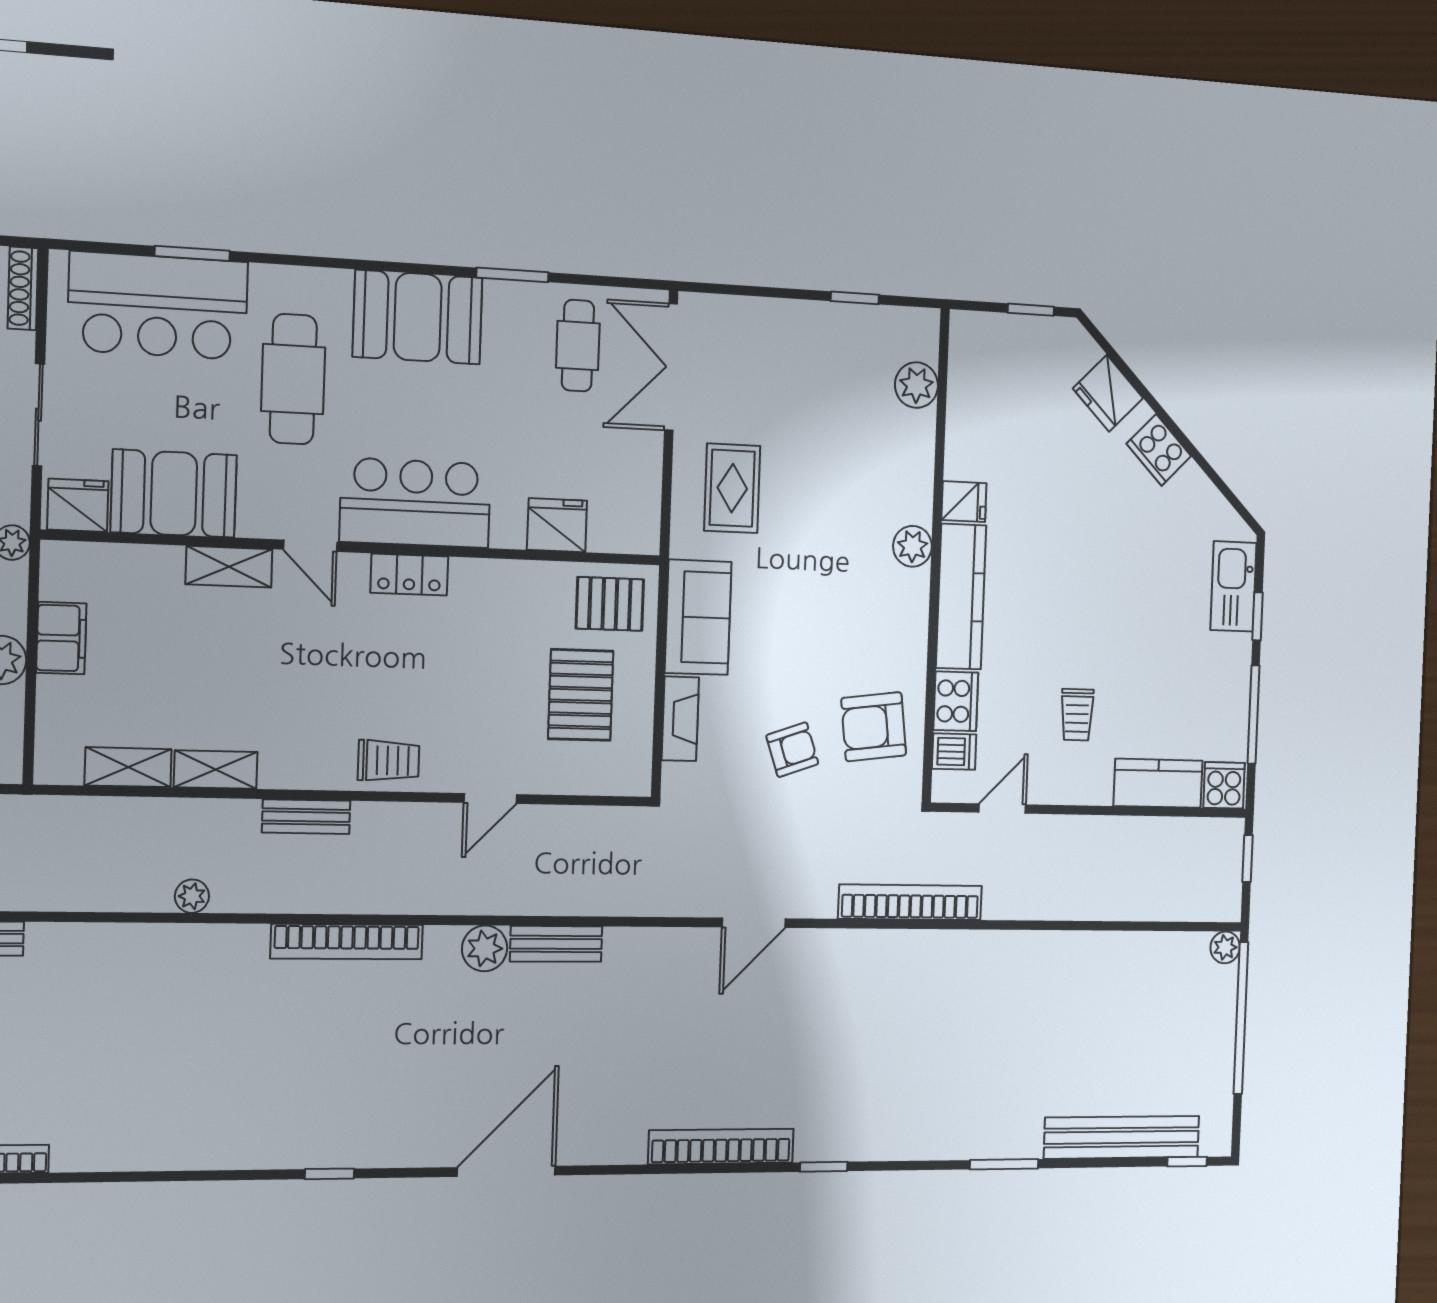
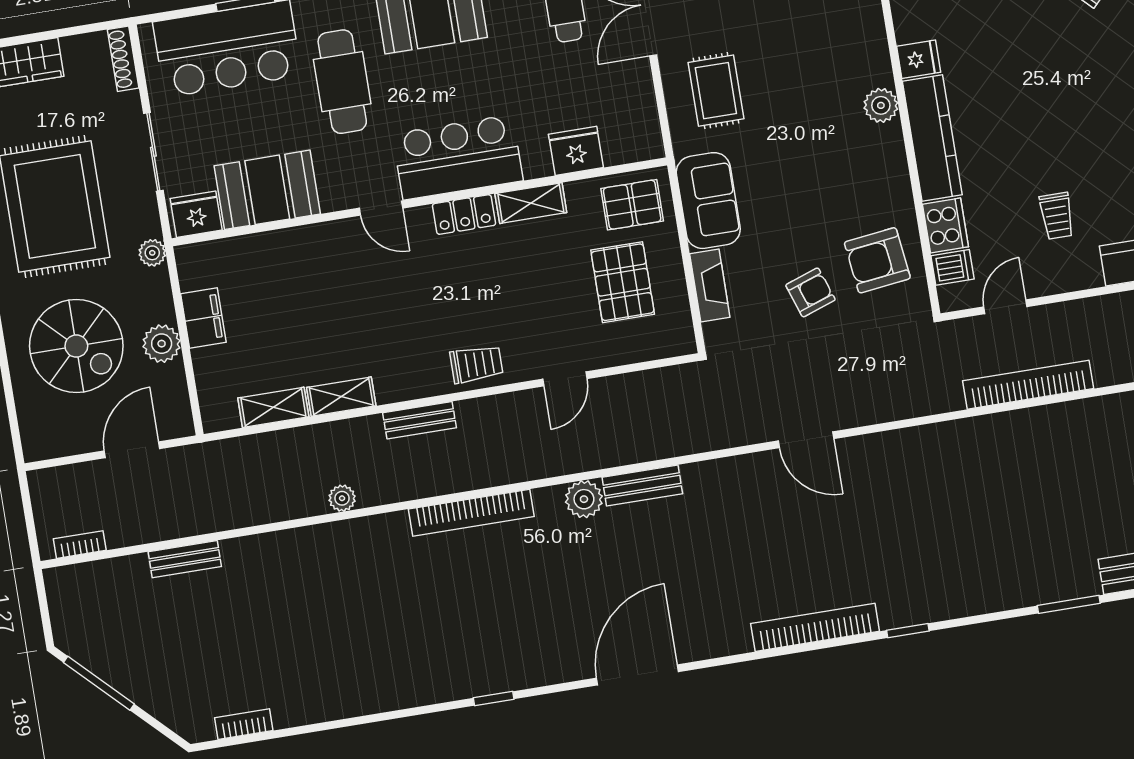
shelving: (229, 567) -> (531, 203), moved
bookcase: (910, 902) -> (1028, 385), moved
door: (754, 923) -> (806, 440), hinge flipped

